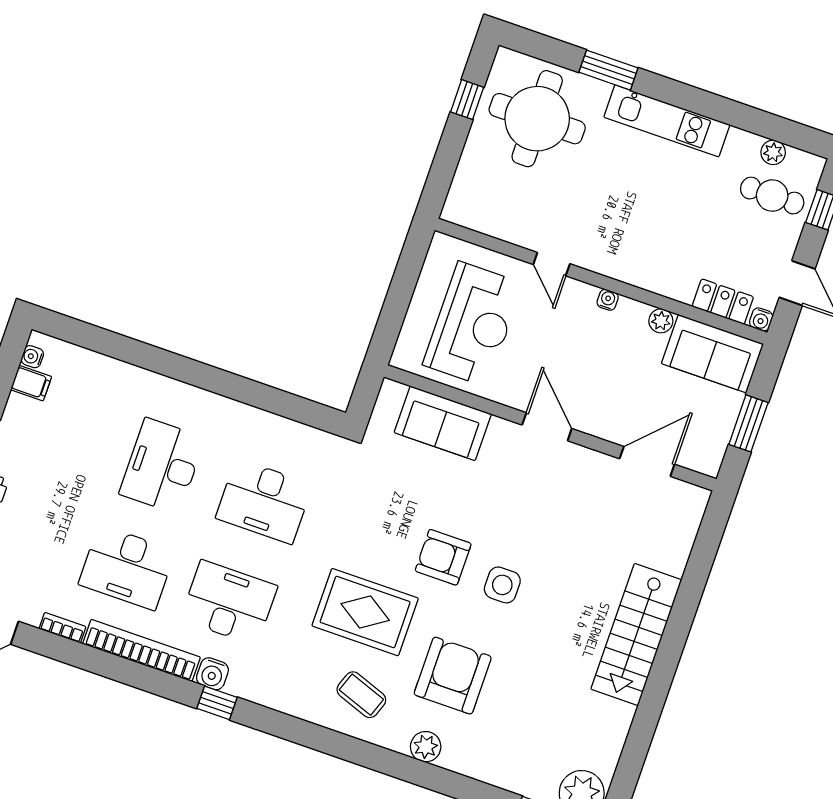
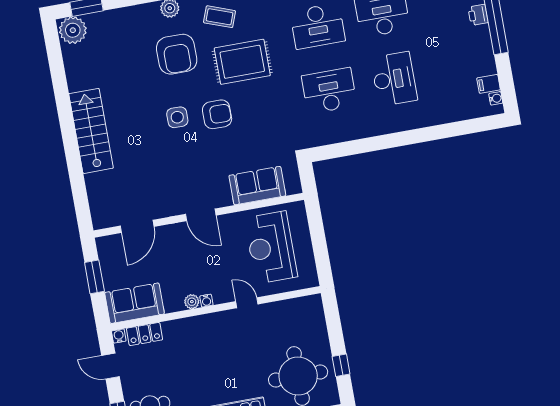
plant: (661, 321) -> (192, 302), moved

